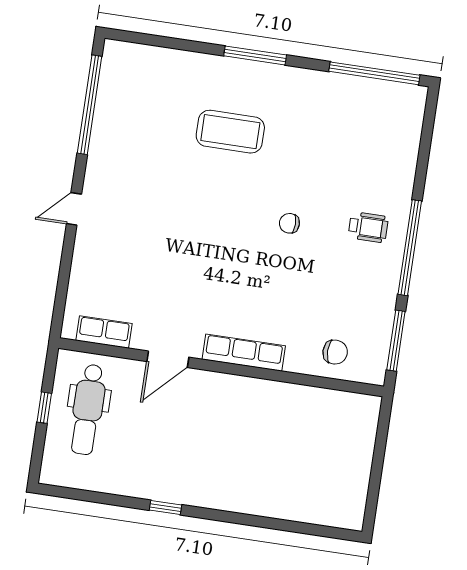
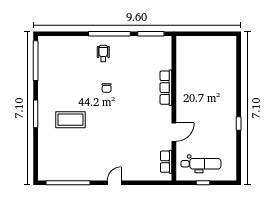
coffee table: (230, 132) -> (70, 120), turned 90
door: (74, 209) -> (114, 183), swing flipped
chair: (335, 352) -> (160, 60), removed
row of seats: (244, 353) -> (166, 88), moved
door: (168, 359) -> (174, 132), hinge flipped

